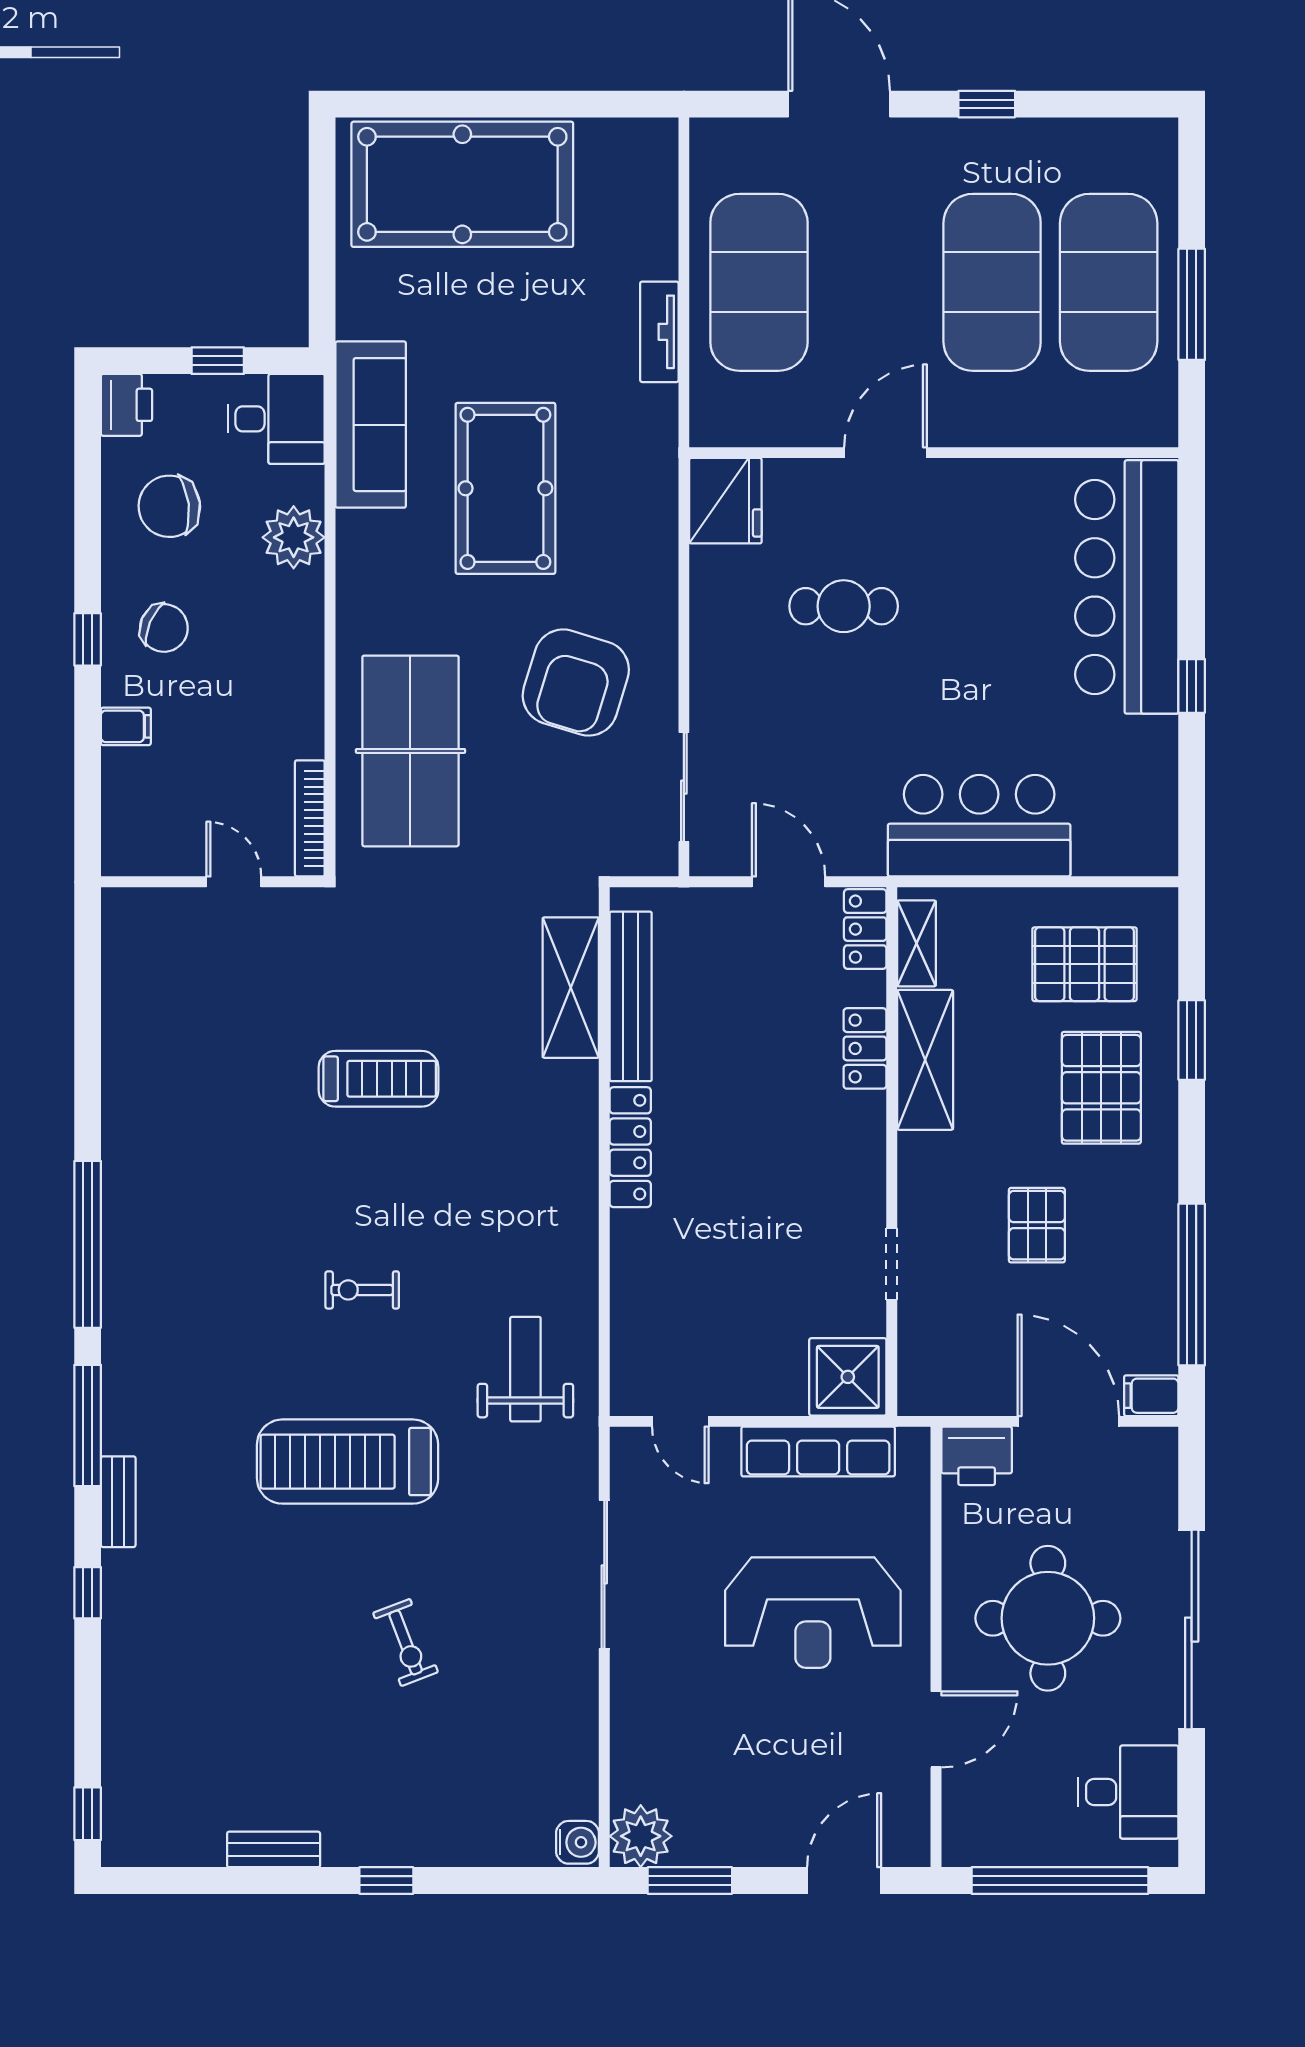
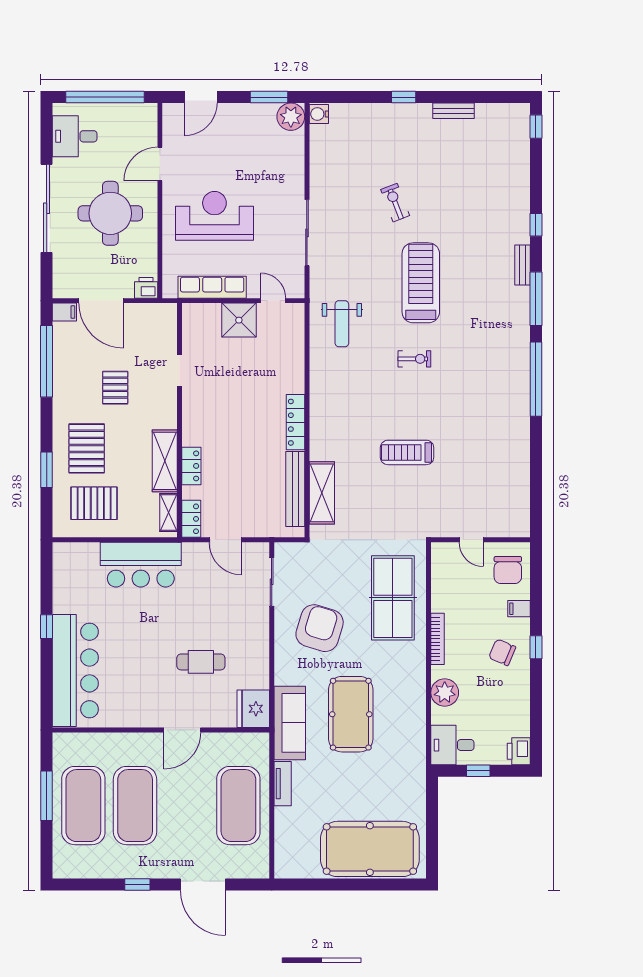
sofa: (371, 425) -> (290, 723), moved, turned 180
chair: (169, 506) -> (508, 570), moved, turned 97
bookcase: (310, 818) -> (437, 639), moved
shower: (848, 1377) -> (239, 320), moved
printer: (977, 1456) -> (146, 288), width x0.73, depth x0.81
treadmill: (348, 1462) -> (421, 283), turned -90

